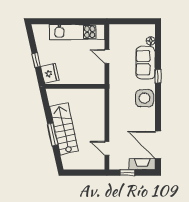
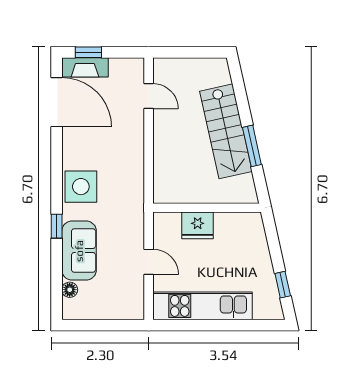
window: (36, 60) -> (283, 285), moved
fridge: (50, 74) -> (198, 225), moved, turned -77
window: (53, 134) -> (252, 146), moved
window: (128, 173) -> (88, 52), moved

